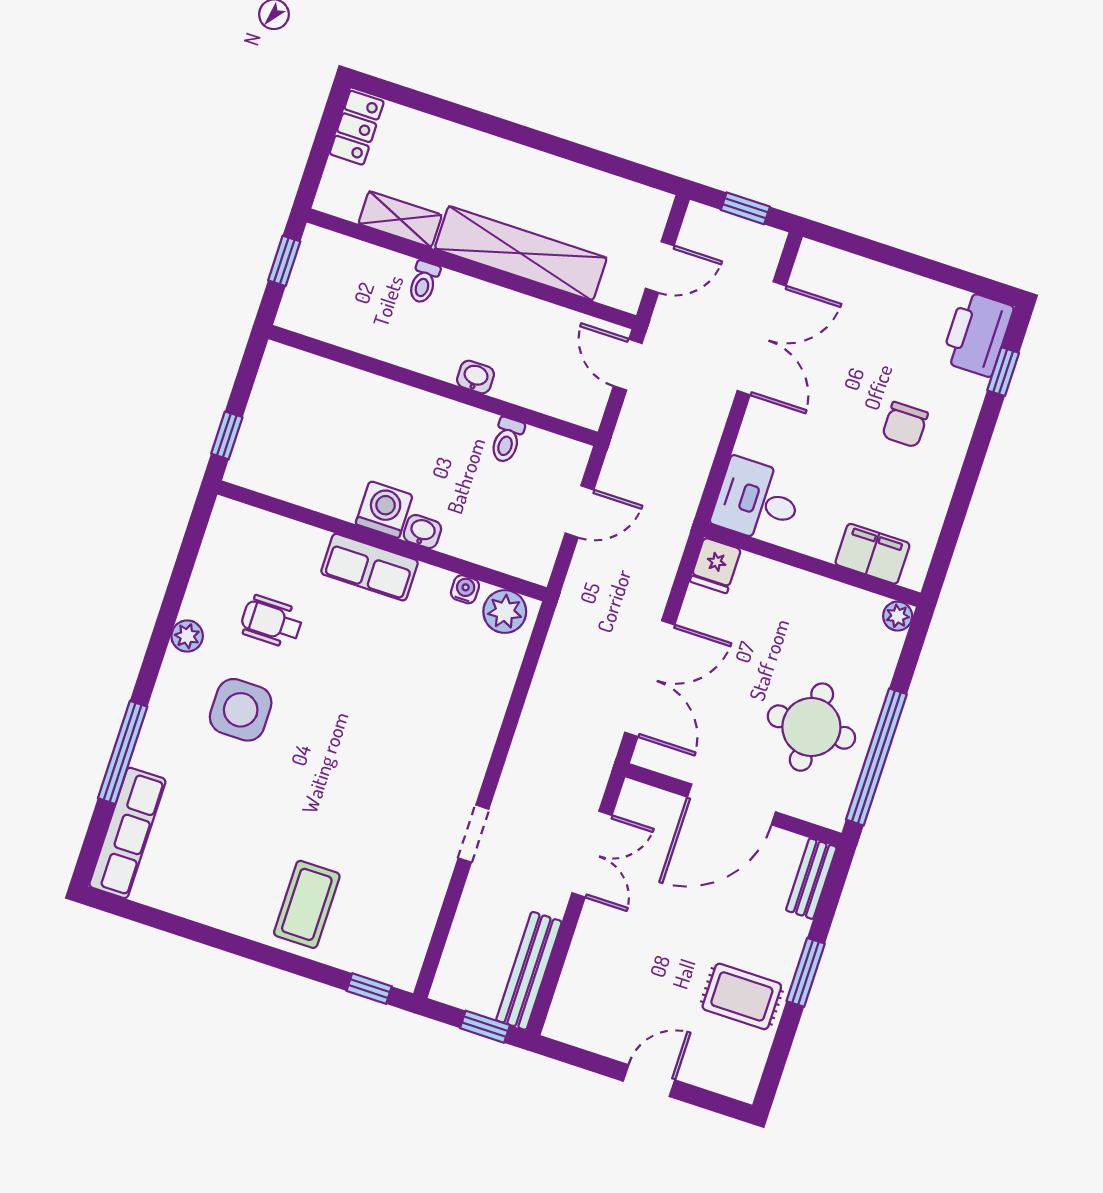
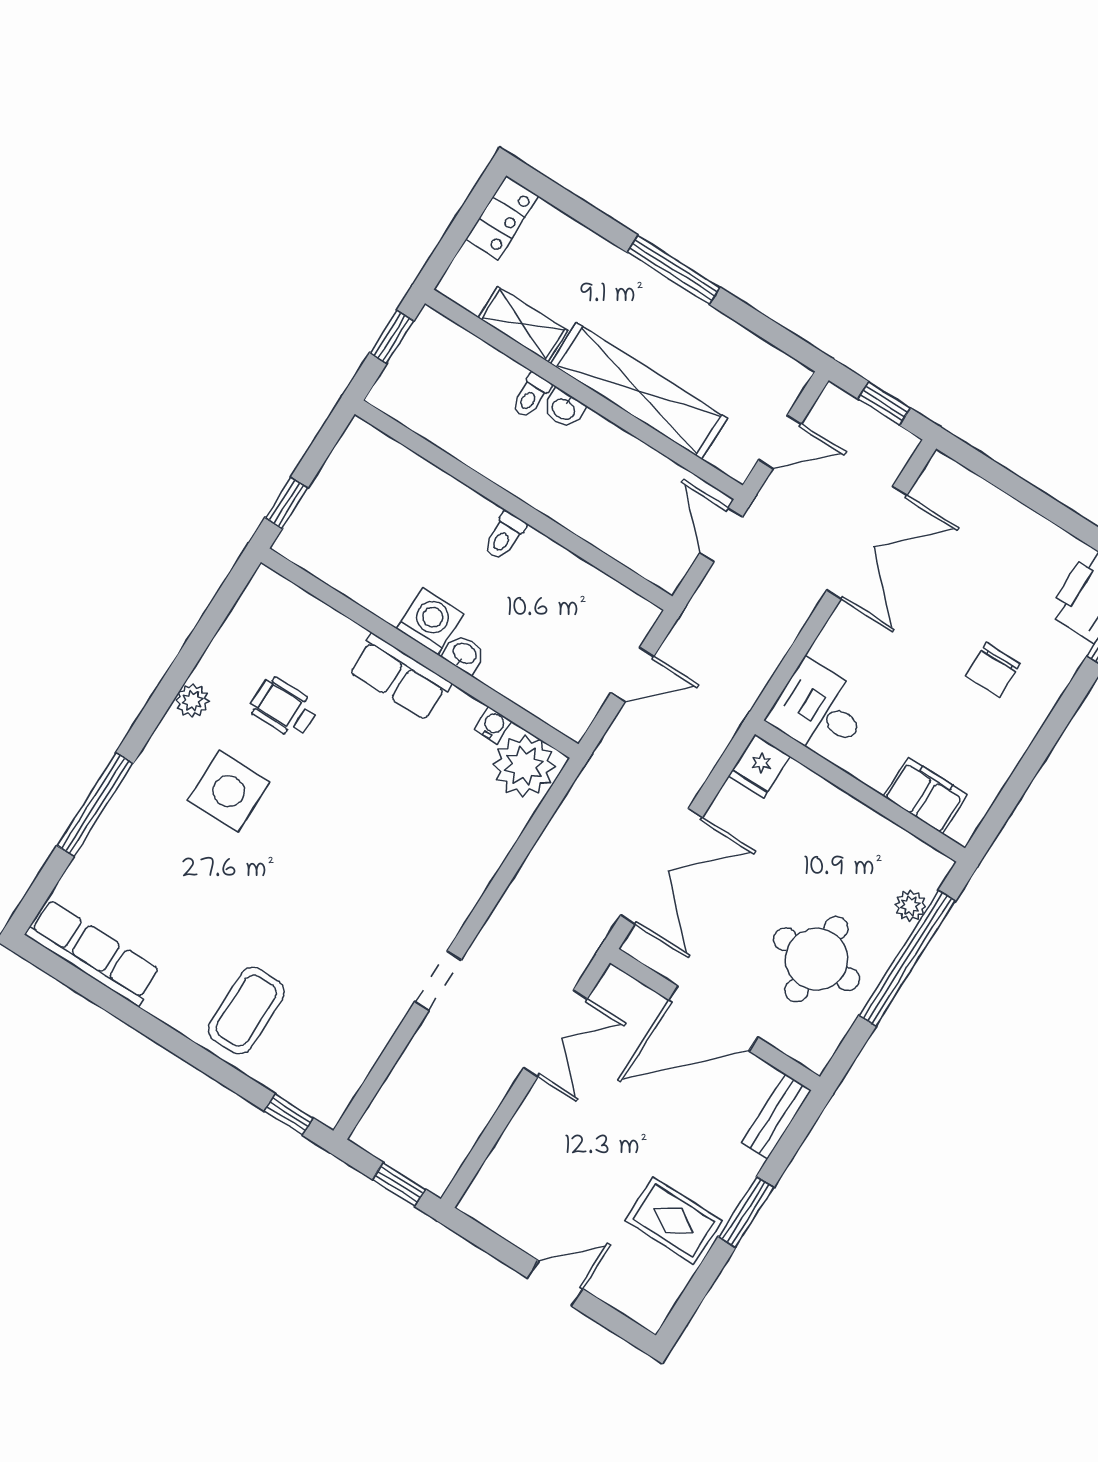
window: (524, 136) -> (674, 270), added
washbasin: (476, 377) -> (564, 409), moved, turned 180
toilet: (507, 440) -> (504, 536), moved
plant: (505, 612) -> (524, 766), width x1.36, depth x1.36
plant: (898, 616) -> (910, 906), moved
window: (876, 757) -> (907, 958), moved
row of seats: (127, 833) -> (93, 953), moved, turned -90
bench: (529, 971) -> (459, 1138), removed

